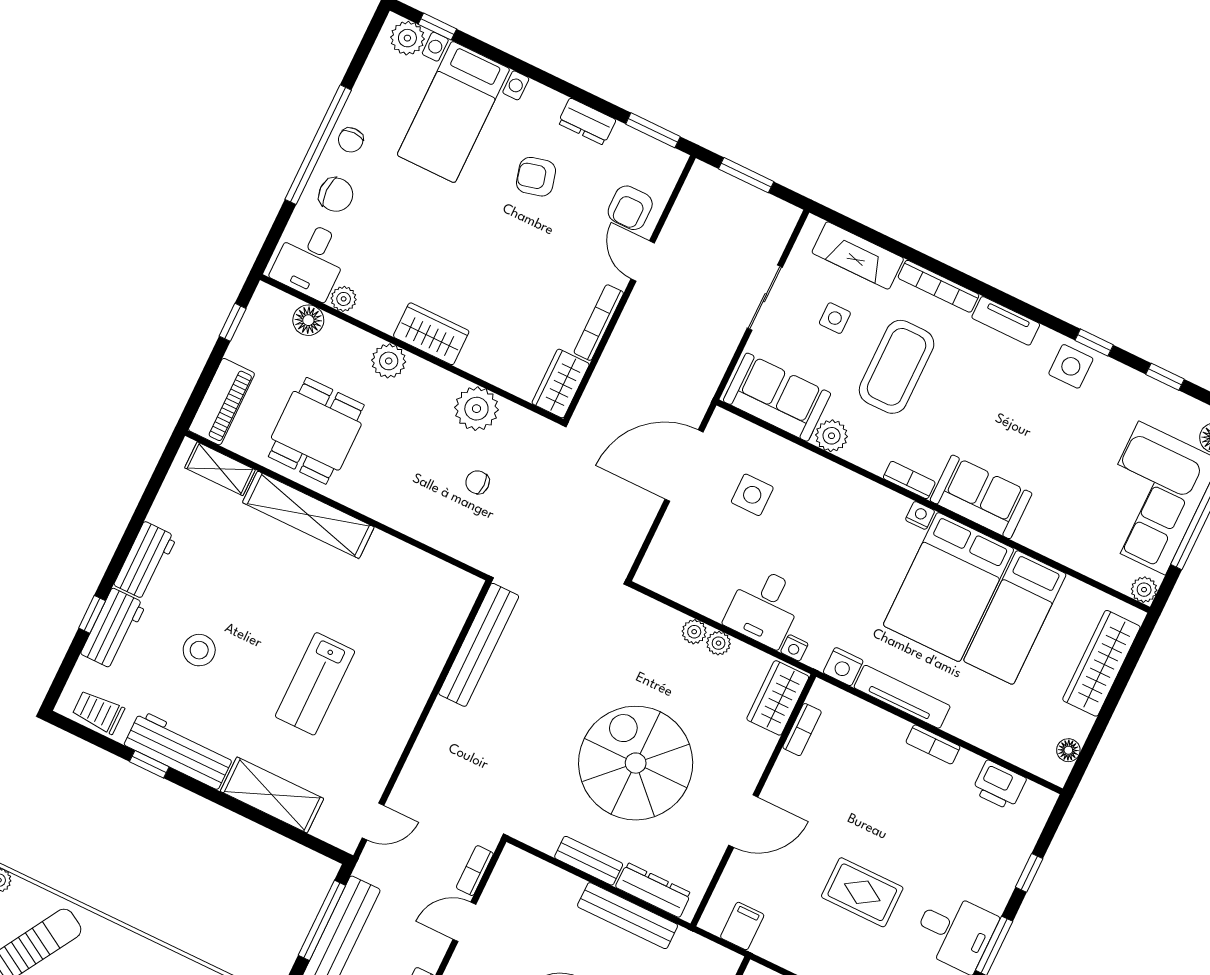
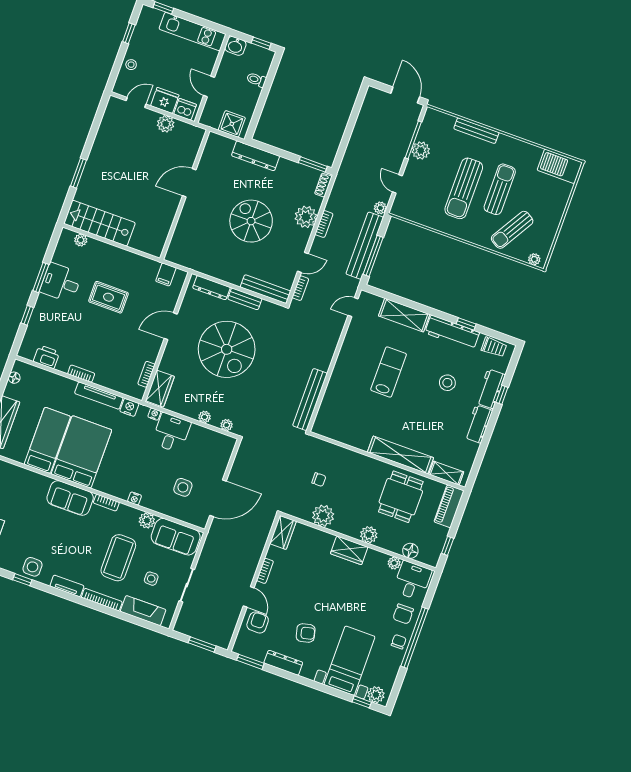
dresser: (587, 122) -> (283, 663), width x1.44
chair: (336, 195) -> (403, 614), turned -90
bookcase: (599, 323) -> (265, 571), width x0.64
nightstand: (920, 515) -> (135, 498), moved
plant: (719, 643) -> (227, 425), moved
bench: (628, 916) -> (265, 289), moved

